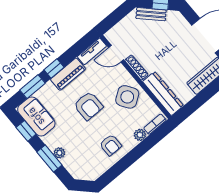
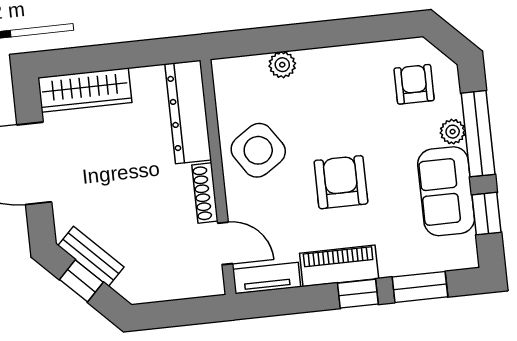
bench: (151, 14) -> (91, 256), moved
sofa: (36, 116) -> (446, 191), moved
bookcase: (155, 124) -> (241, 66), removed
armchair: (111, 145) -> (414, 84), moved
window: (49, 158) -> (478, 134), width x1.44

